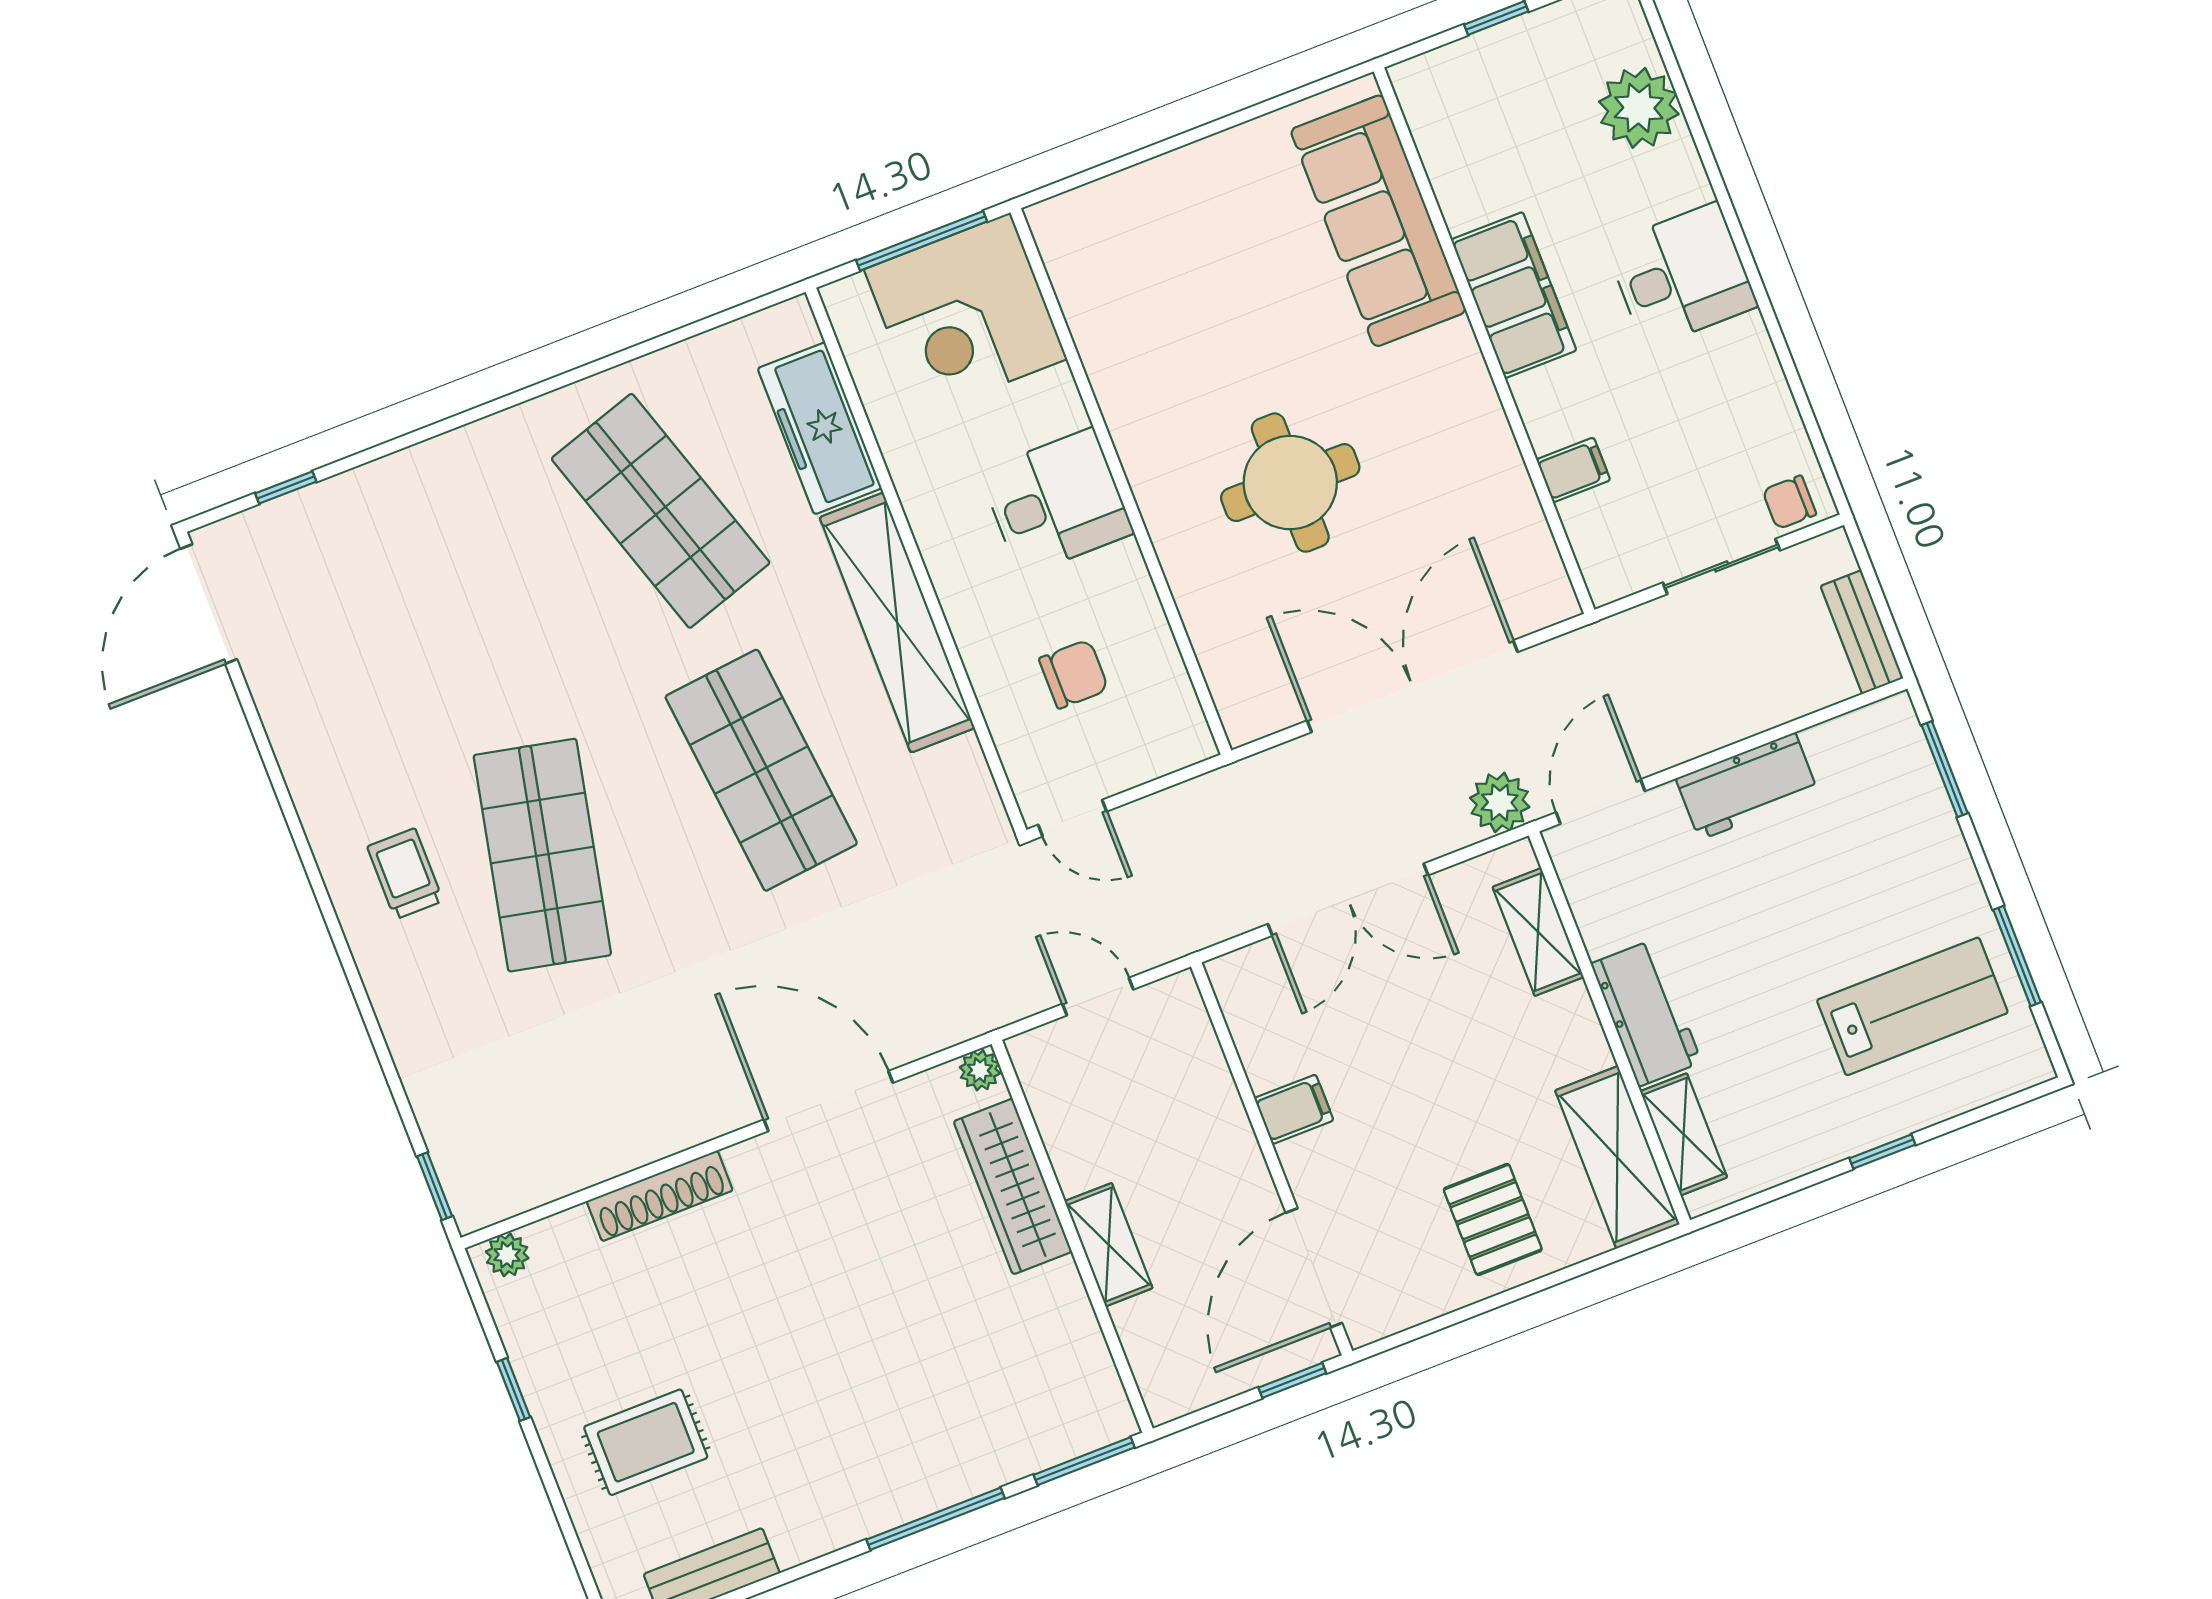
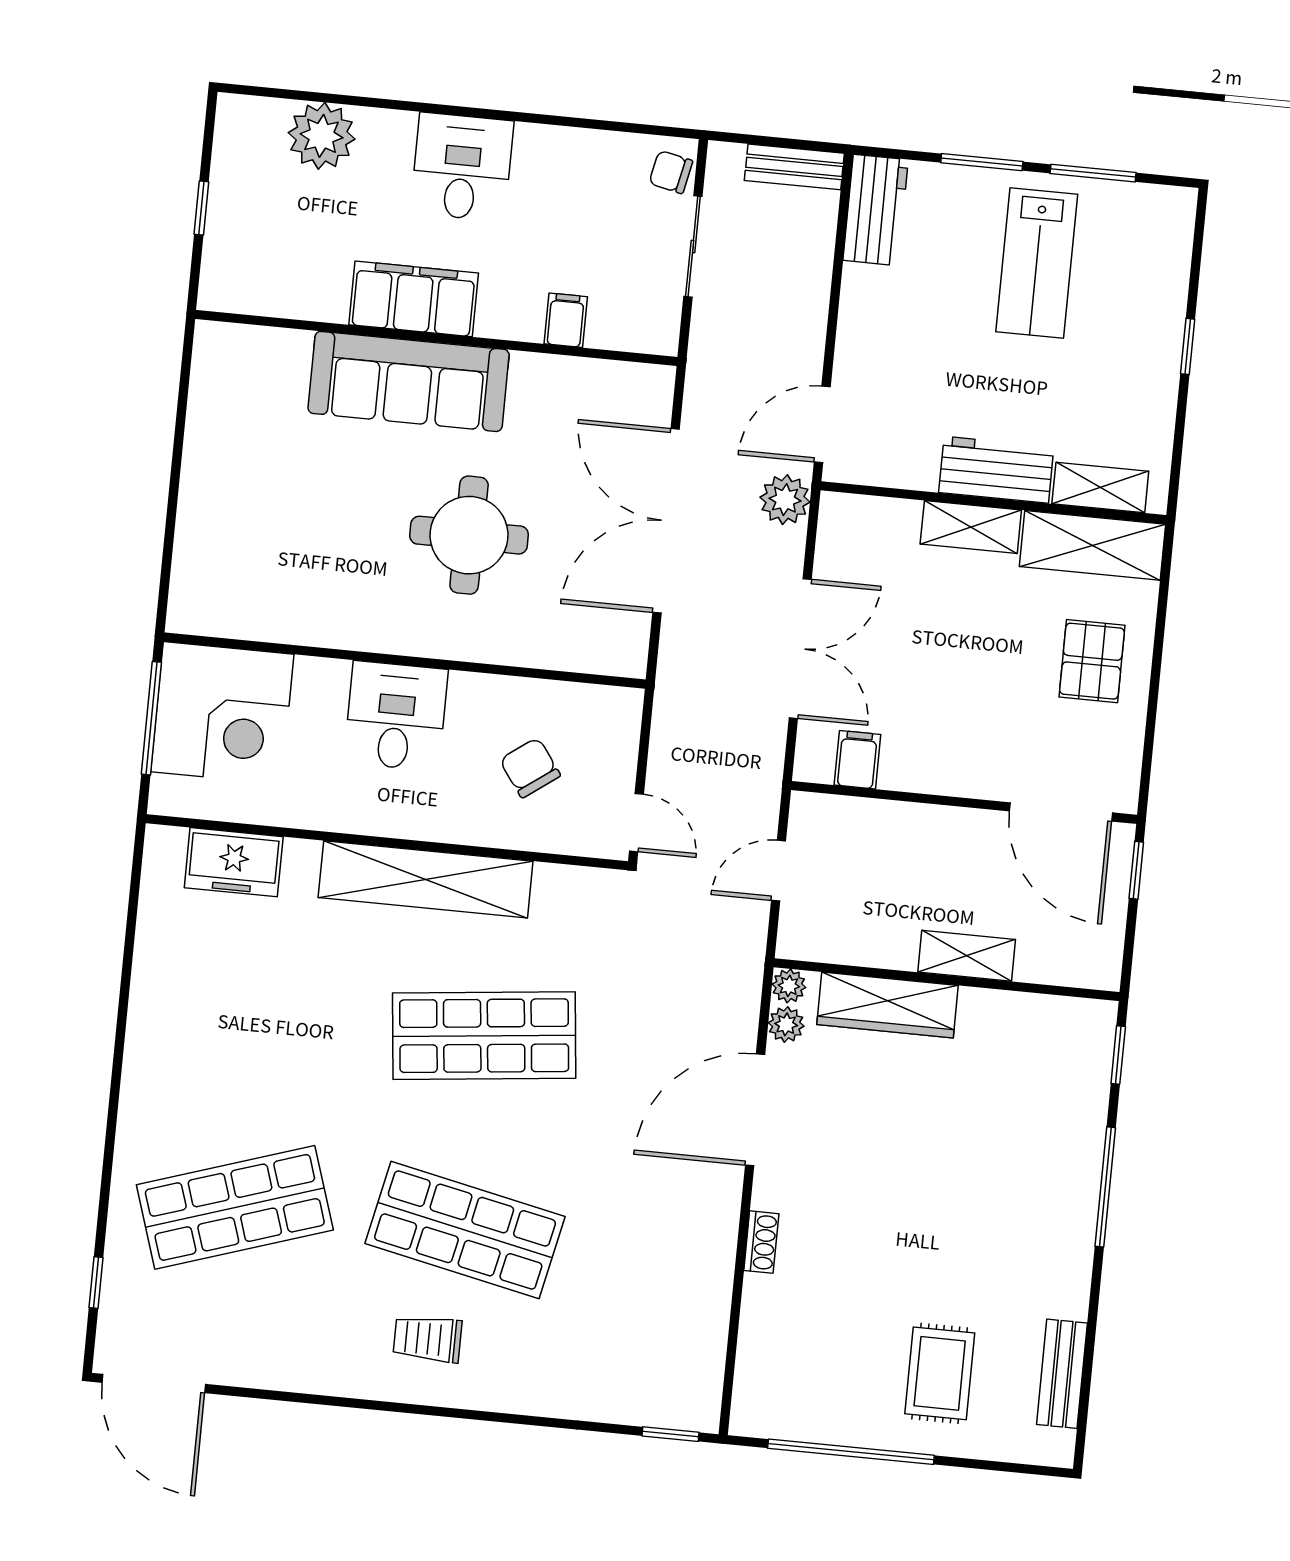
sofa: (1378, 221) -> (409, 381), moved
freezer: (820, 428) -> (234, 862), width x0.71
chair: (1789, 502) -> (671, 172), turned 102
shop shelf: (661, 511) -> (235, 1207), moved
chair: (1074, 674) -> (530, 768), turned -36
window: (1945, 769) -> (982, 162), moved
workbench: (1747, 786) -> (876, 210), moved
door: (1600, 802) -> (822, 424), hinge flipped
door: (1072, 818) -> (636, 823), hinge flipped
shelving: (1538, 932) -> (971, 527), moved
lab bench: (1912, 1006) -> (1037, 263), moved, turned 180
filing cabinet: (1294, 1109) -> (857, 760), moved
shoe rack: (660, 1196) -> (761, 1242), width x0.51, depth x0.81
pallet: (1493, 1219) -> (1092, 661), turned 90
plant: (507, 1255) -> (786, 1024), moved
window: (513, 1389) -> (851, 1452), width x3.17
window: (1084, 1461) -> (1118, 1055), width x0.67

